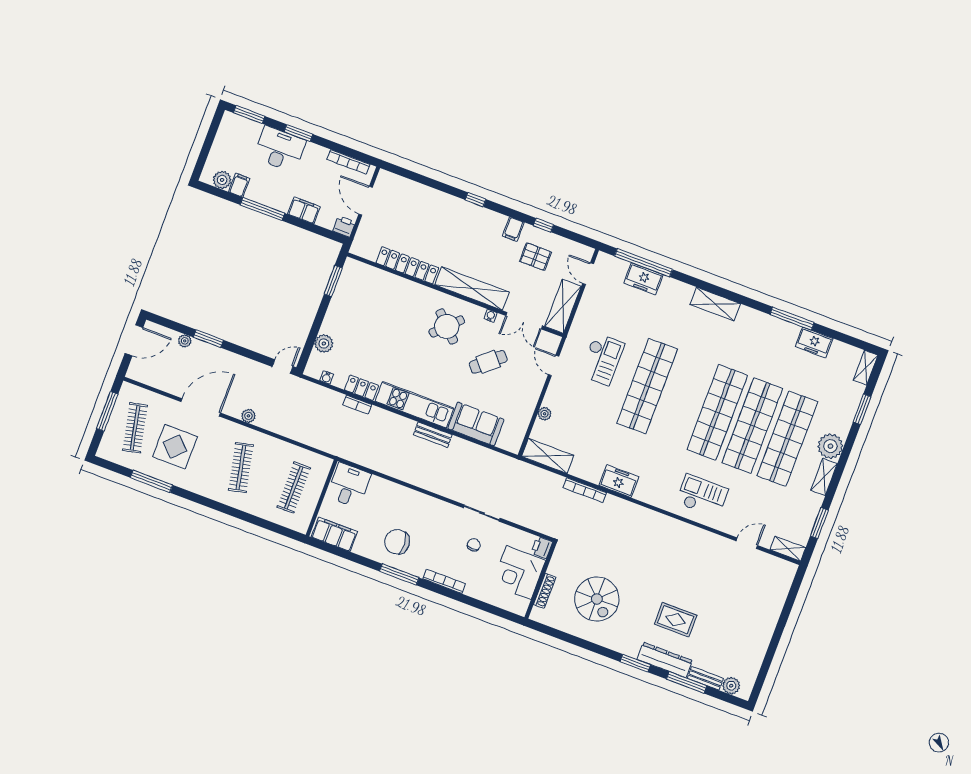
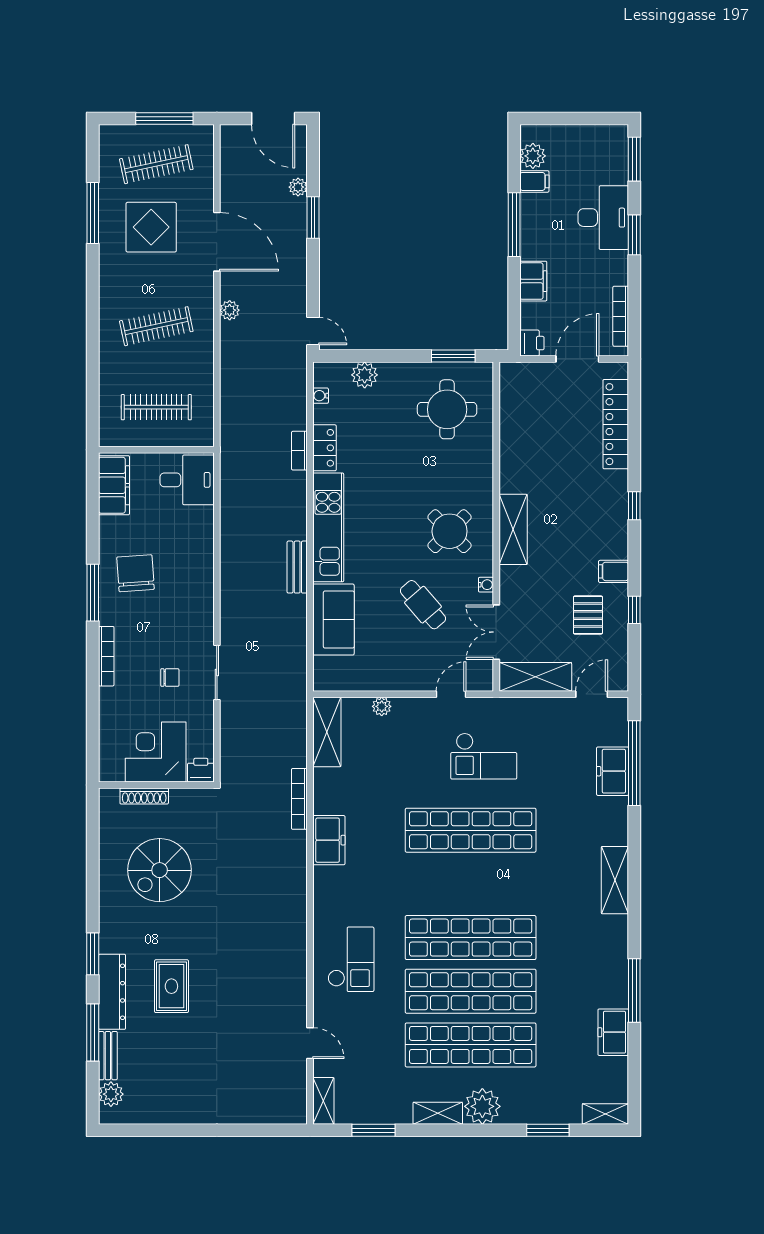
locker: (407, 265) -> (616, 424), moved, turned 180
shelving: (472, 289) -> (513, 529), width x0.68
round table: (367, 298) -> (447, 409), added

